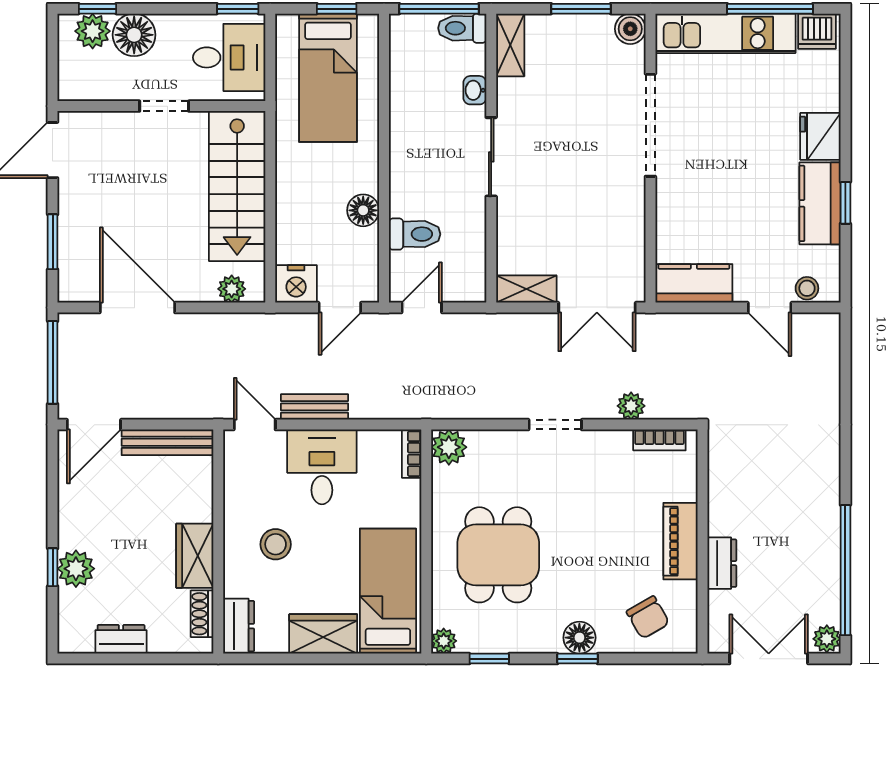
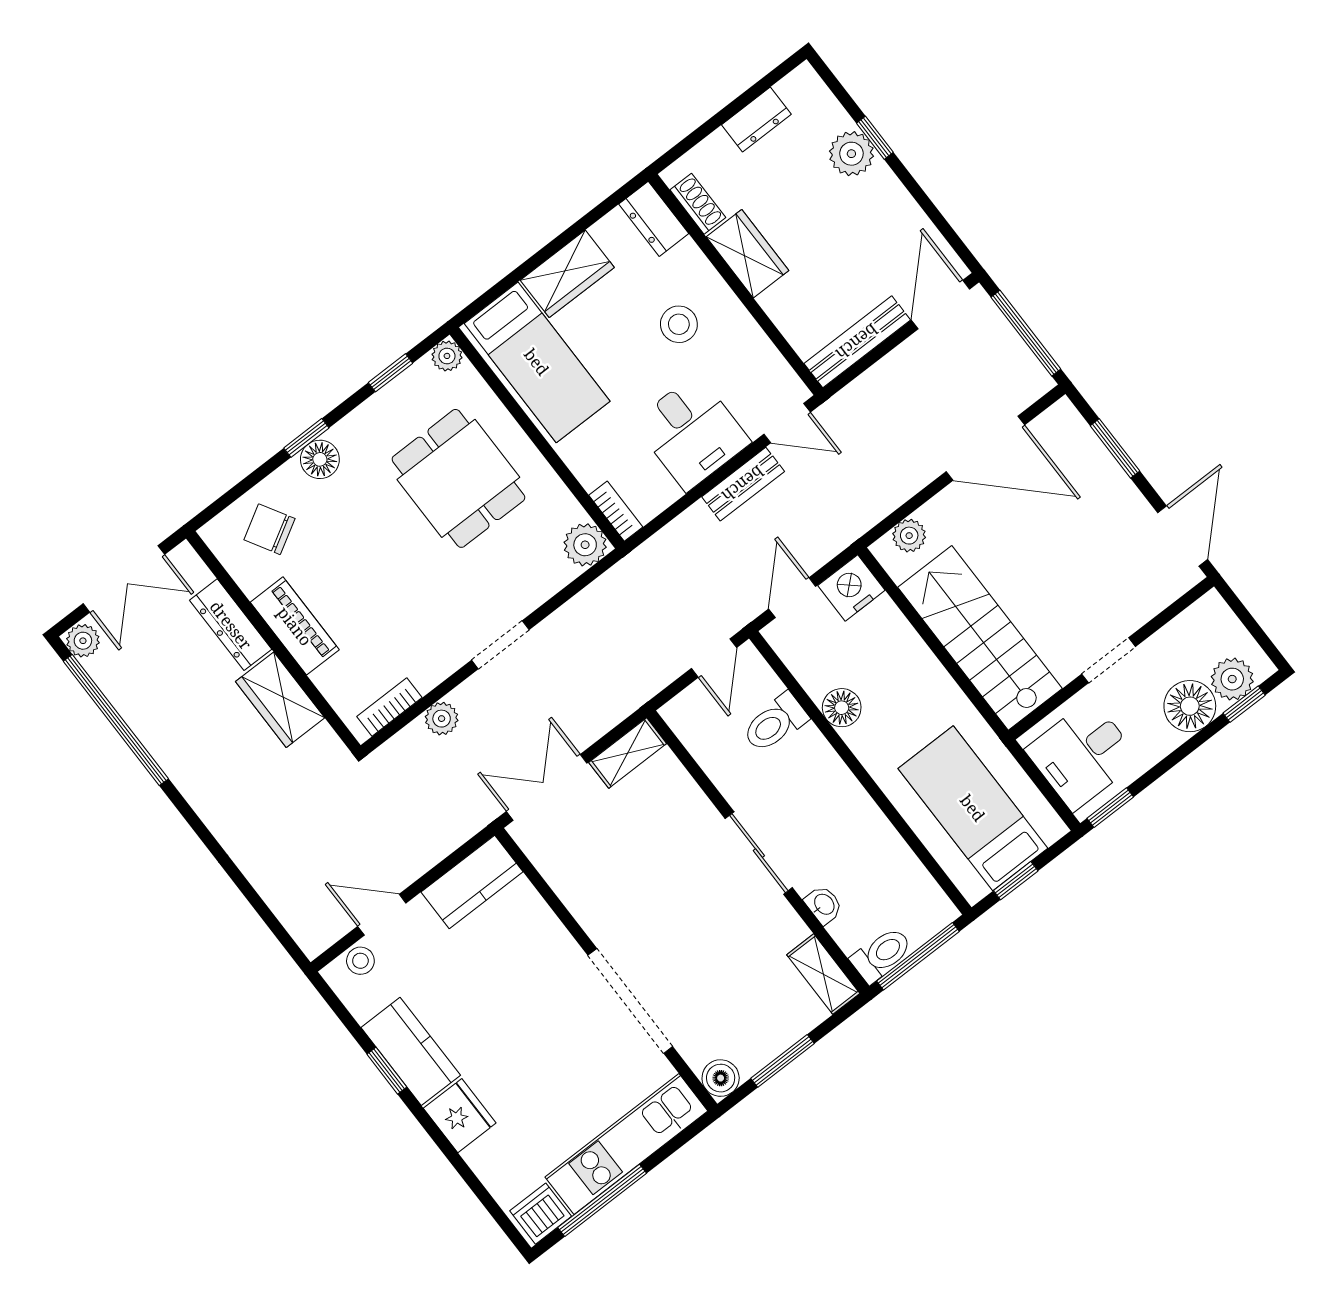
wardrobe: (727, 500) -> (280, 700), added
dresser: (722, 563) -> (231, 625), width x1.44

